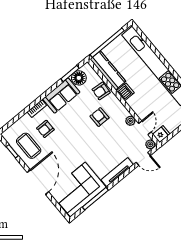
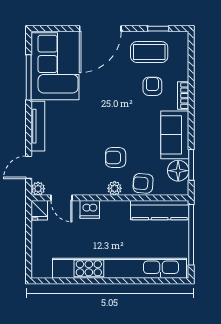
armchair: (101, 91) -> (143, 183), turned -91
dishwasher: (125, 92) -> (90, 209), moved
armchair: (100, 117) -> (116, 158), turned 180
plant: (130, 121) -> (115, 188), moved
door: (38, 182) -> (100, 29), hinge flipped

